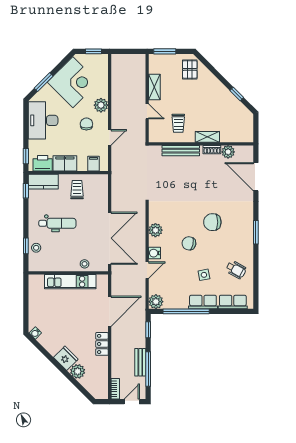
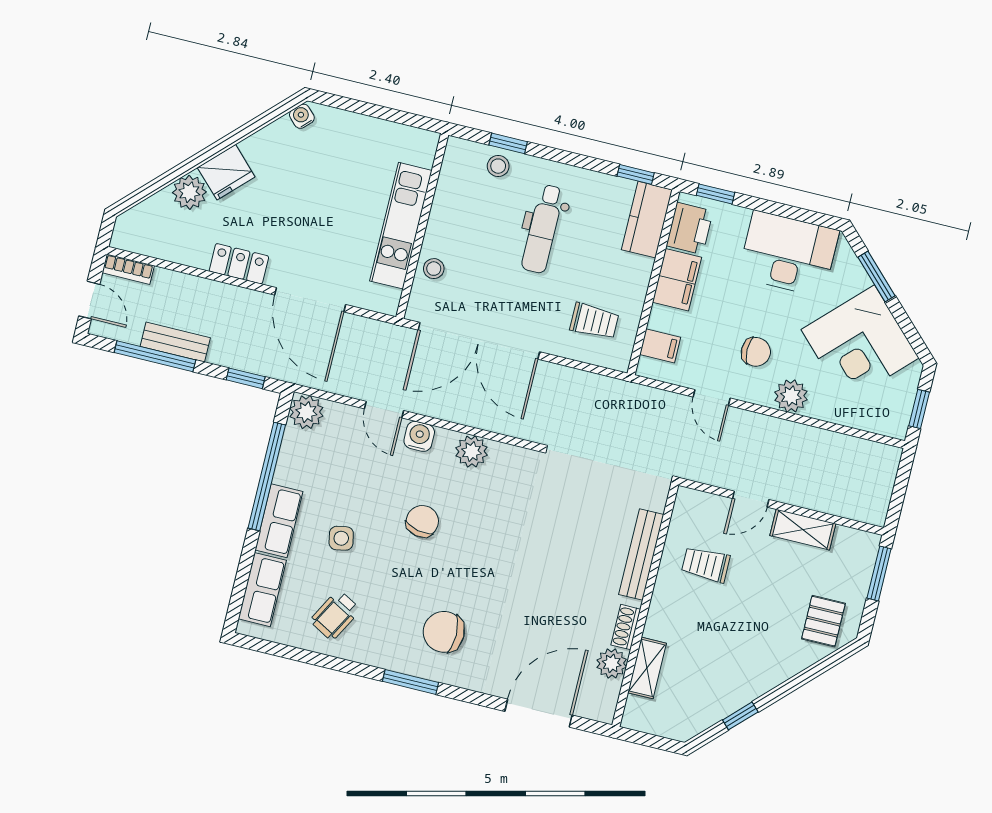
pallet: (190, 69) -> (823, 621), turned 90
shelving: (207, 137) -> (647, 668), moved
trolley: (77, 190) -> (594, 321), moved
chair: (212, 222) -> (444, 632), moved, turned -90

